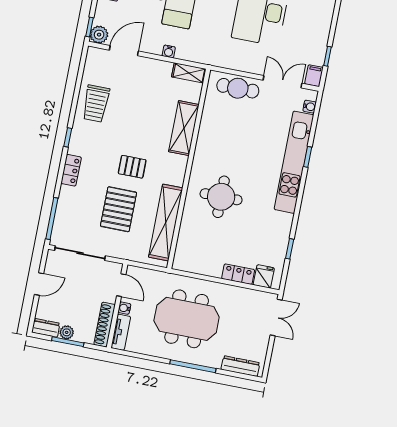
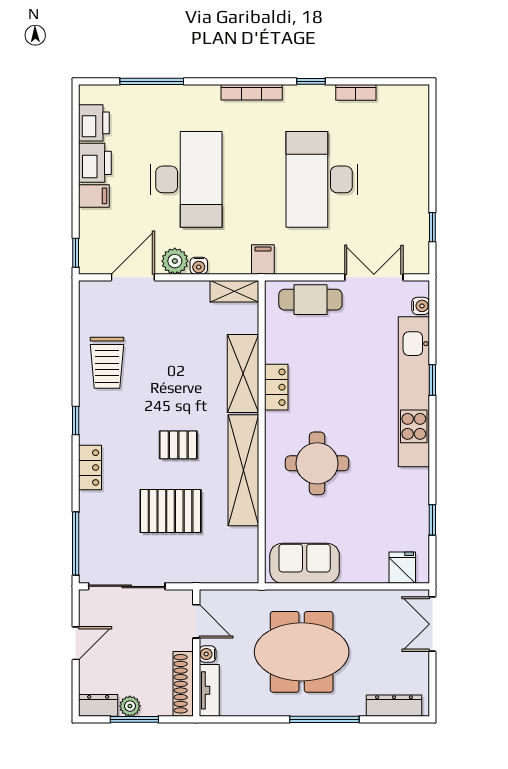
plant: (99, 35) -> (175, 261), moved
filing cabinet: (314, 76) -> (263, 259), moved
pallet: (119, 209) -> (171, 511), turned 90
shelving: (166, 223) -> (243, 470), moved
sofa: (200, 261) -> (305, 563), added
locker: (238, 274) -> (276, 387), moved, turned 90
double door: (276, 317) -> (432, 624), swing flipped

